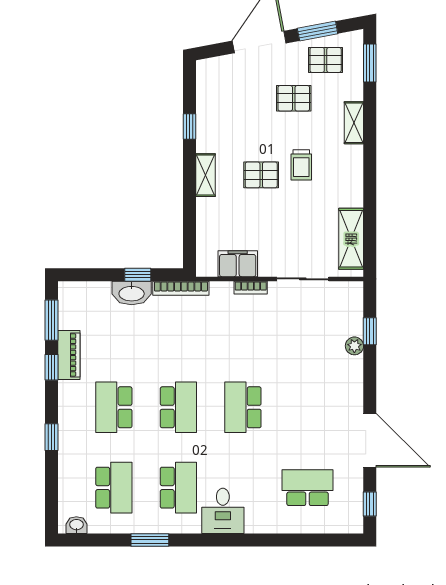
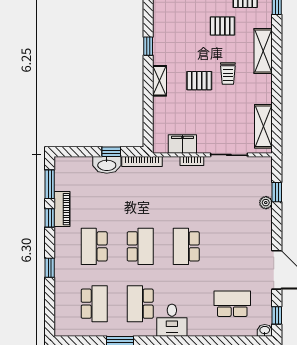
shelving: (354, 123) -> (263, 51), width x1.50, depth x1.33
school desk: (178, 488) -> (140, 304), turned 180
washbasin: (76, 525) -> (265, 330), moved

